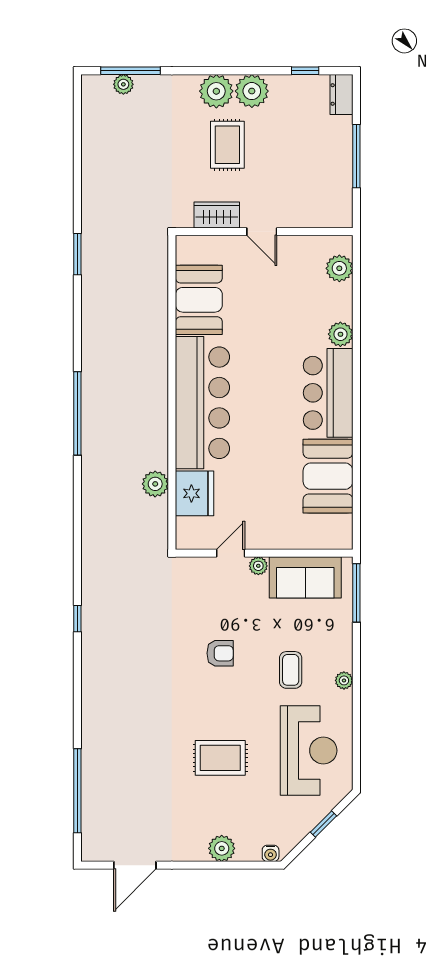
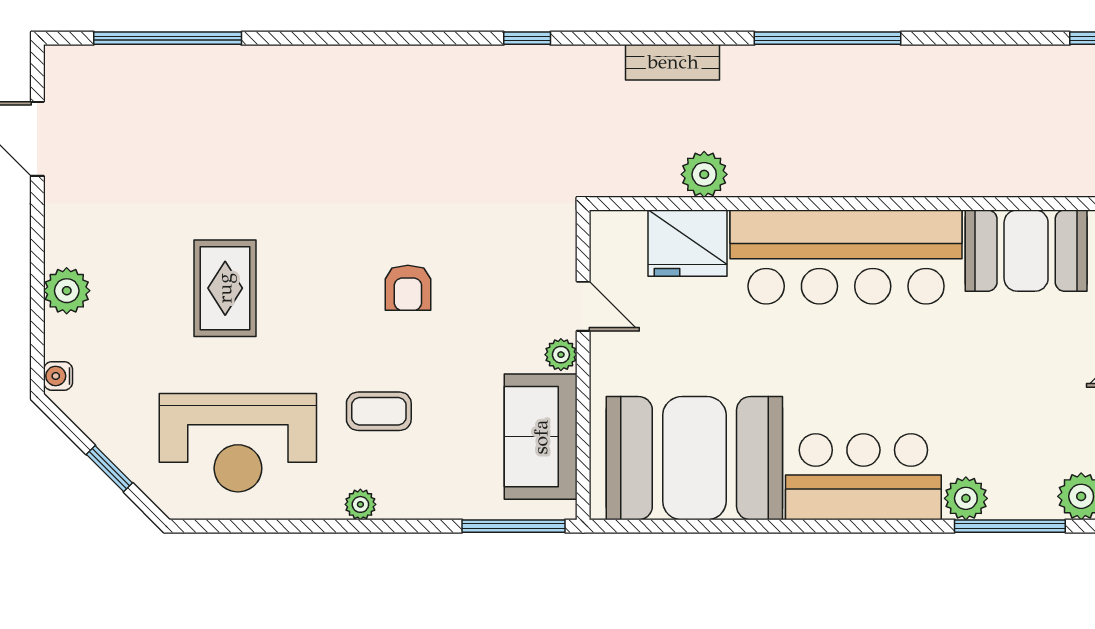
window: (356, 309) -> (1010, 526), added
booth: (328, 476) -> (694, 458), width x1.36, depth x1.42
bench: (91, 502) -> (673, 62), added
window: (77, 619) -> (527, 38), moved

